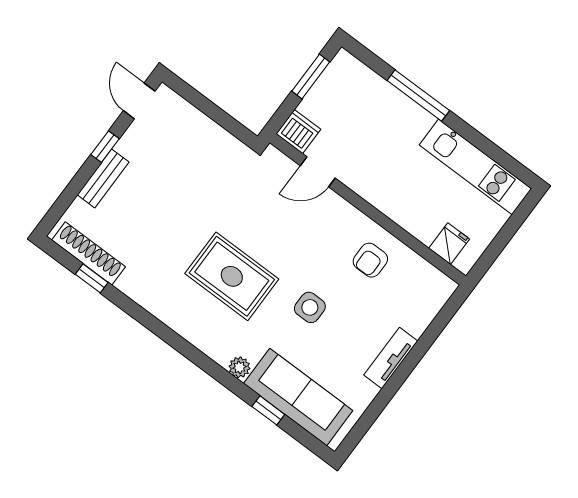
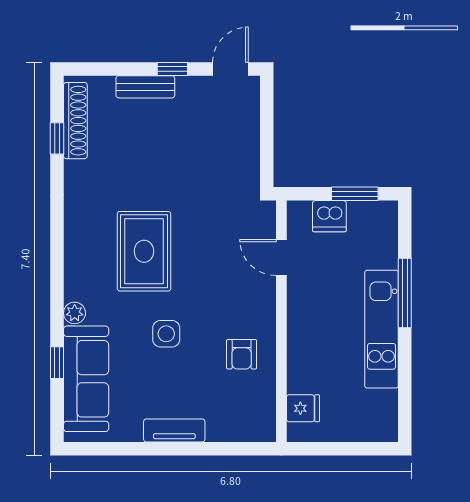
dishwasher: (298, 132) -> (329, 216), moved, turned 90
kitchen unit: (475, 167) -> (381, 329), moved
armchair: (370, 260) -> (242, 354), turned -90

